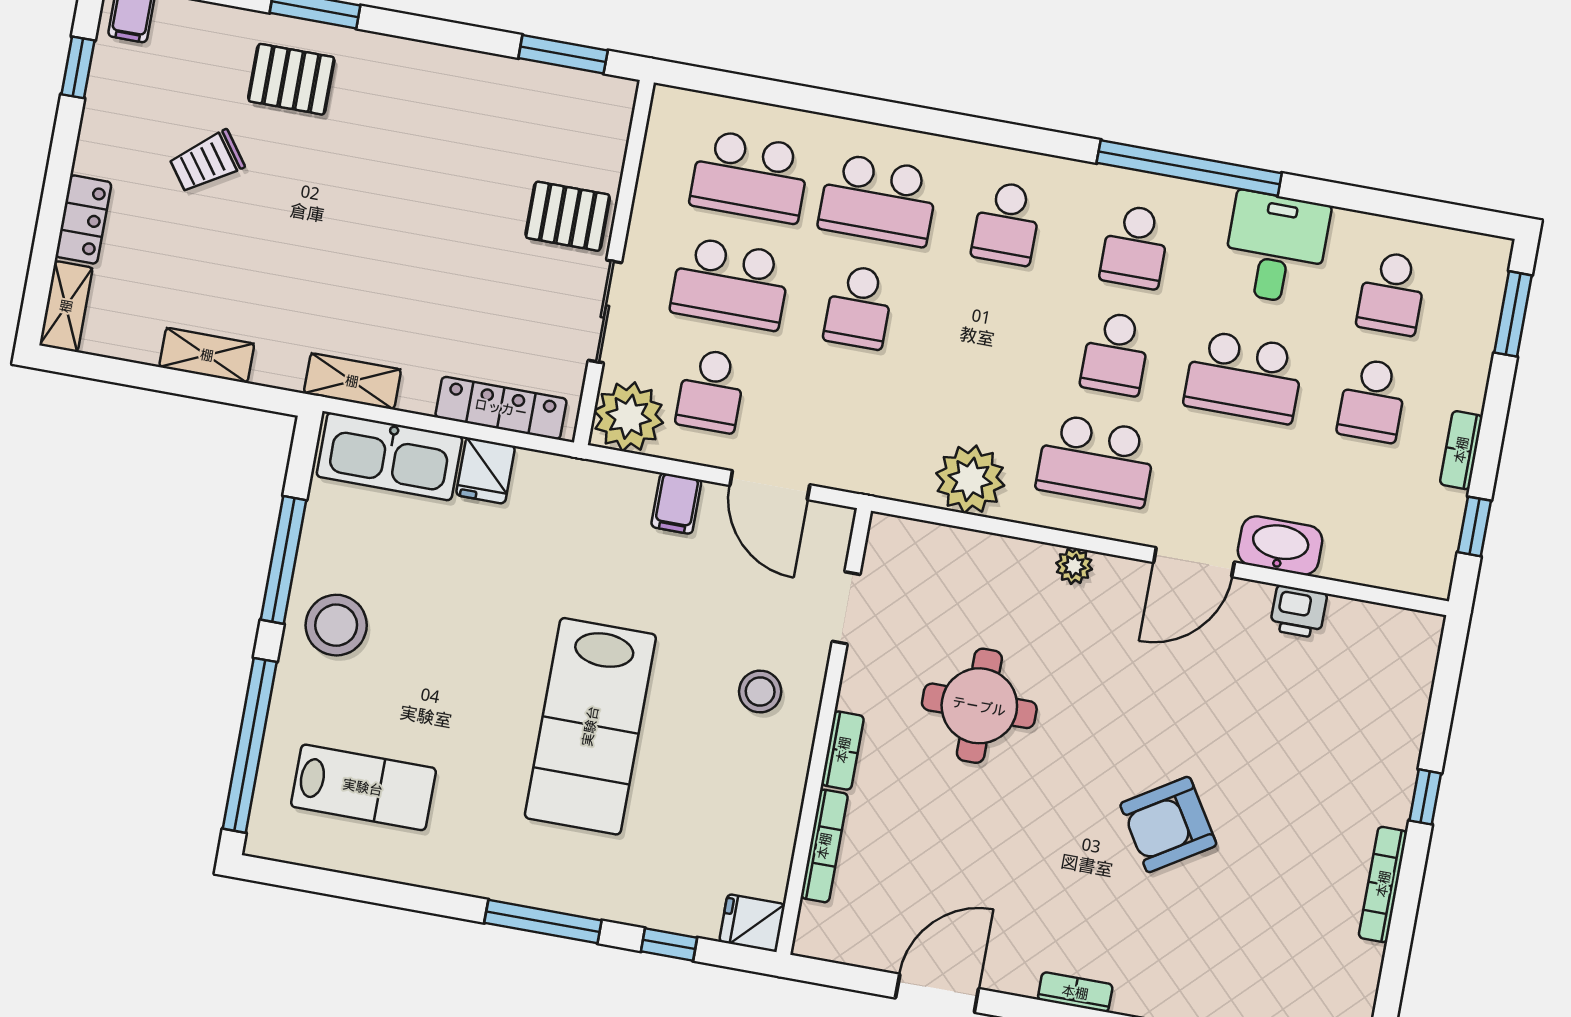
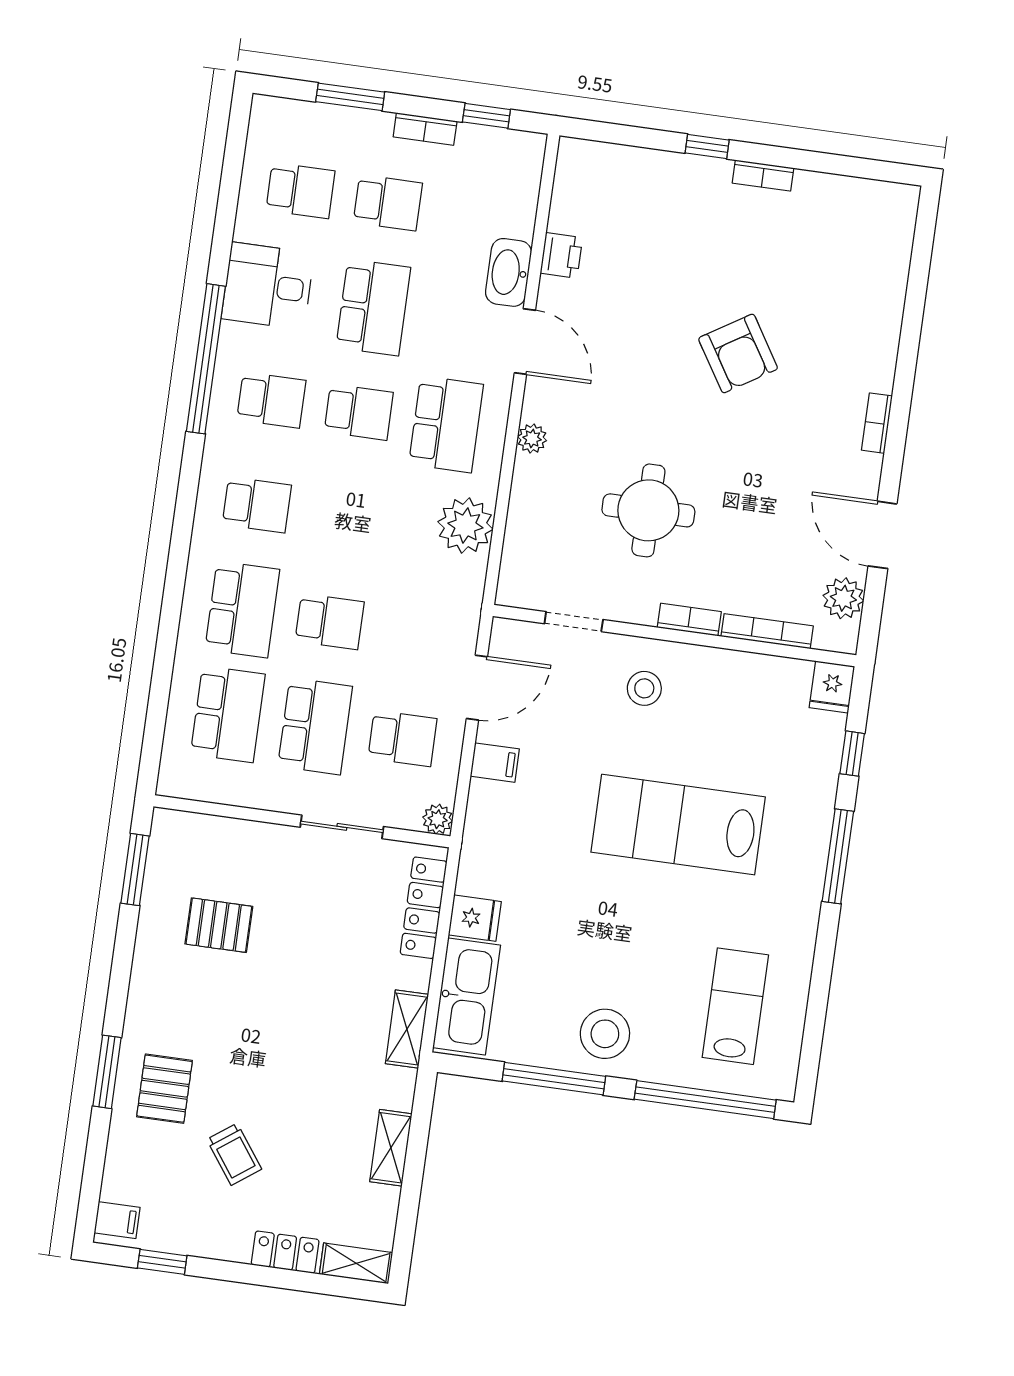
pallet: (568, 216) -> (219, 925), moved, turned 90
window: (1513, 314) -> (350, 97), moved
plant: (629, 417) -> (438, 819), width x0.53, depth x0.53
lab bench: (590, 726) -> (678, 825), turned 180
bookcase: (1383, 884) -> (763, 175), width x0.64
plant: (861, 942) -> (843, 598), added

